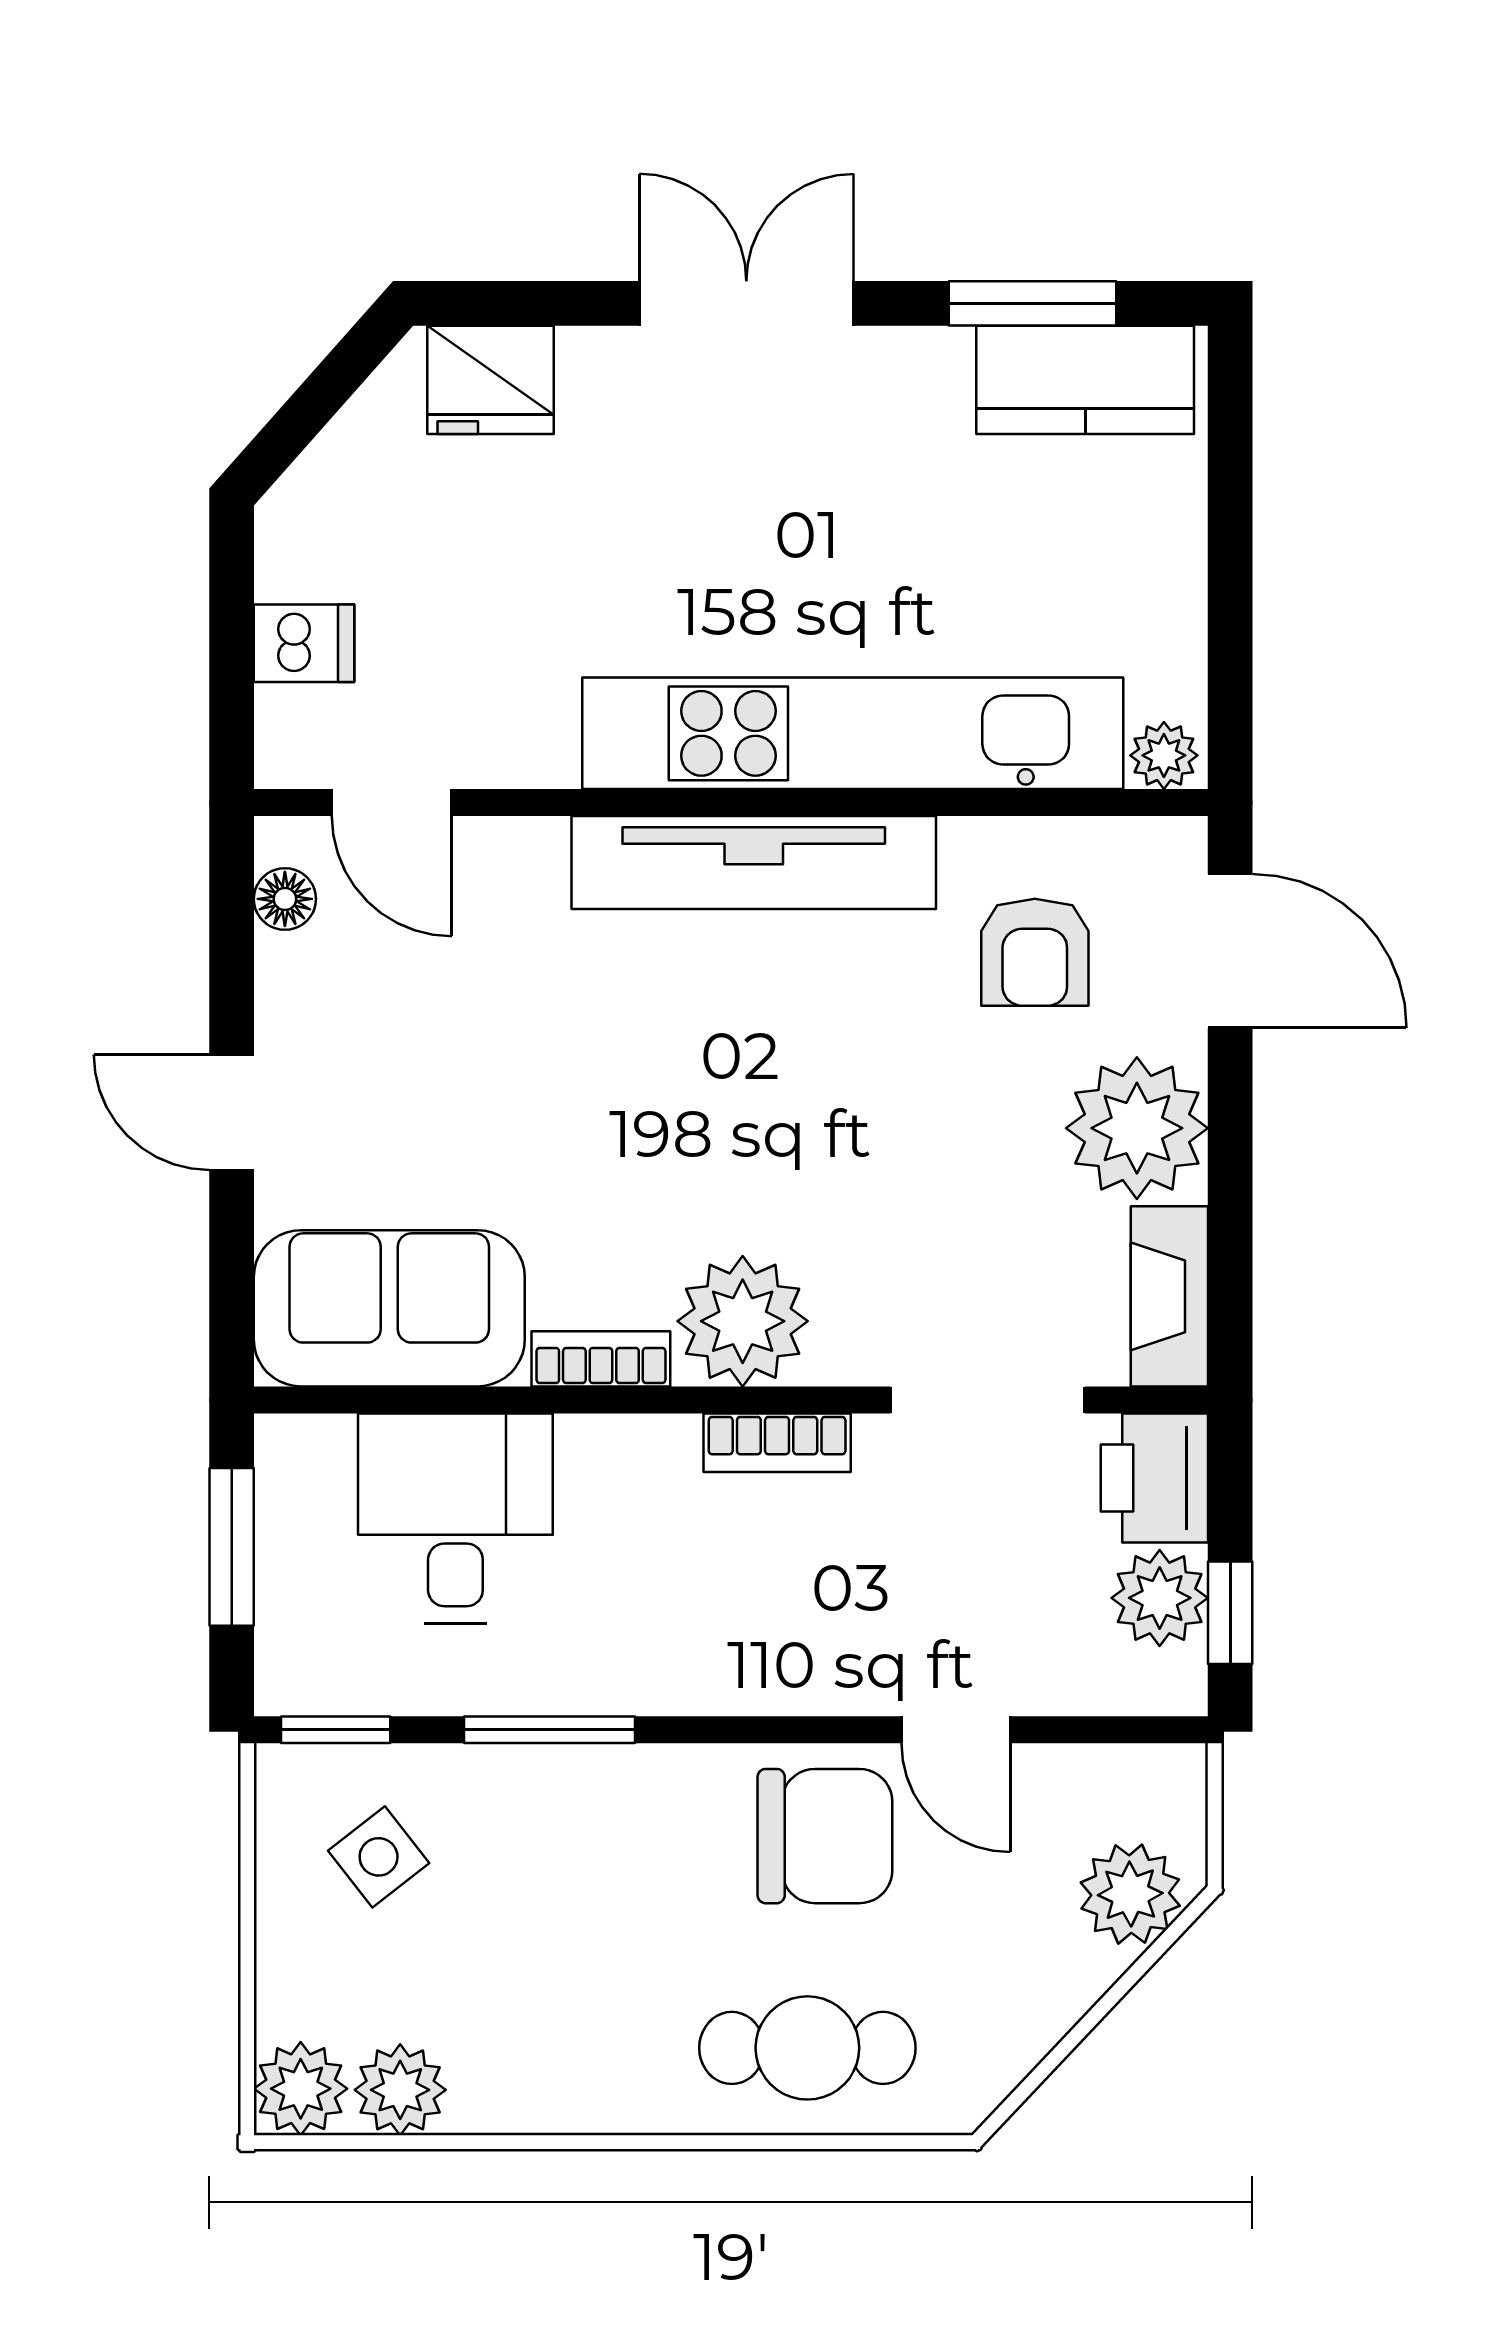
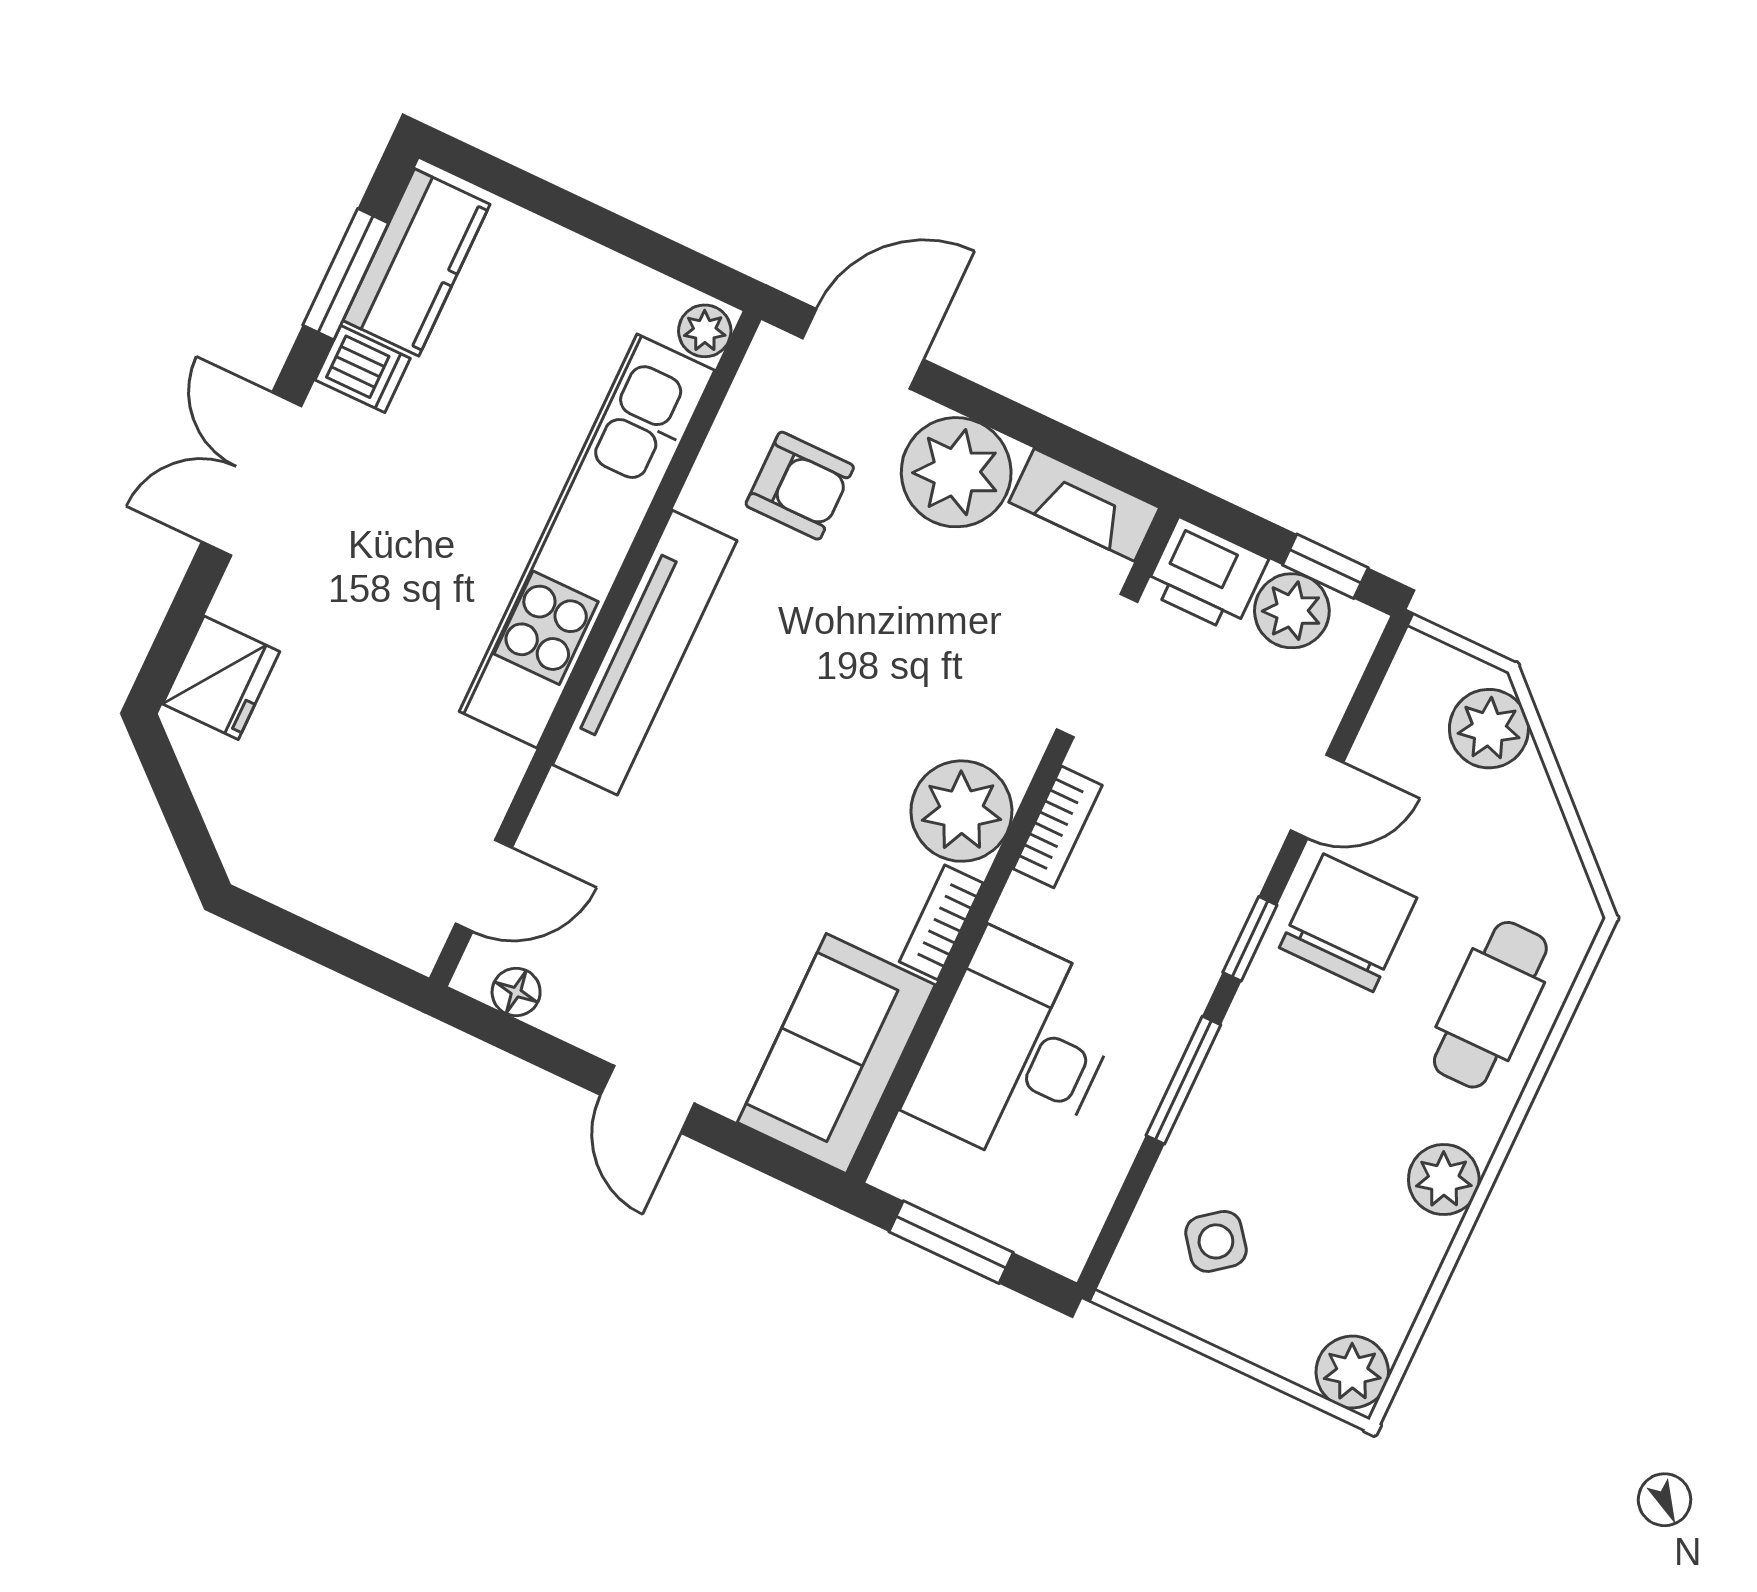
dishwasher: (304, 643) -> (363, 369), moved, turned 90
door: (232, 1112) -> (648, 1099), hinge flipped
desk: (455, 1518) -> (1017, 1051), width x1.37
window: (336, 1730) -> (1250, 939), moved
plant: (400, 2090) -> (1444, 1180), moved

